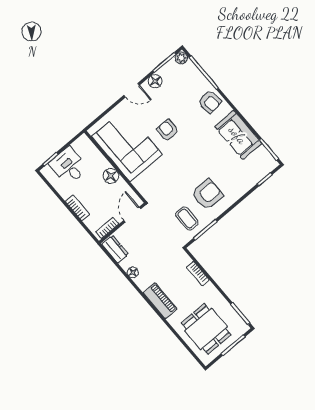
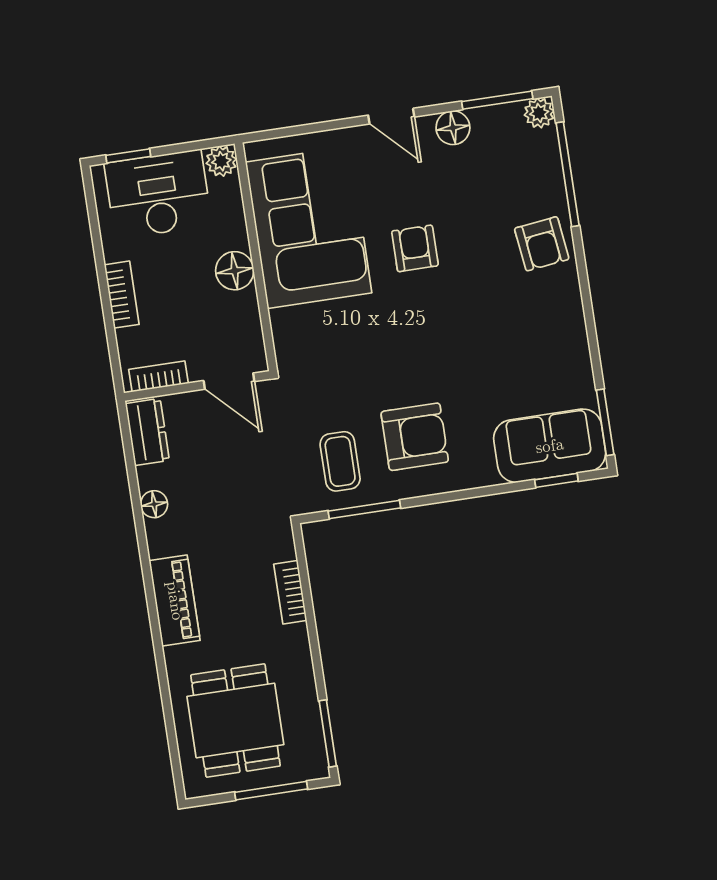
sofa: (238, 135) -> (550, 446), moved, turned 90
plant: (83, 141) -> (221, 161), added
desk: (69, 166) -> (158, 194), width x1.37
door: (132, 215) -> (229, 381), swing flipped

